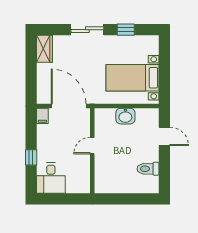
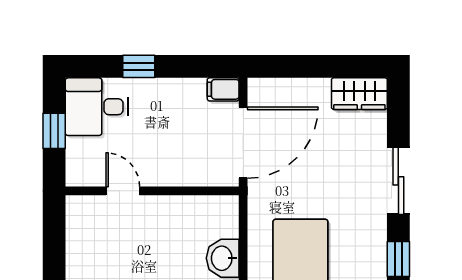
door: (92, 146) -> (123, 191), moved
window: (63, 199) -> (54, 131), added

